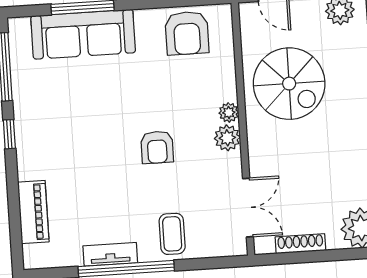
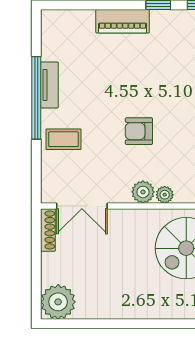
piano: (33, 212) -> (123, 21), moved
shoe rack: (300, 244) -> (48, 230), moved

